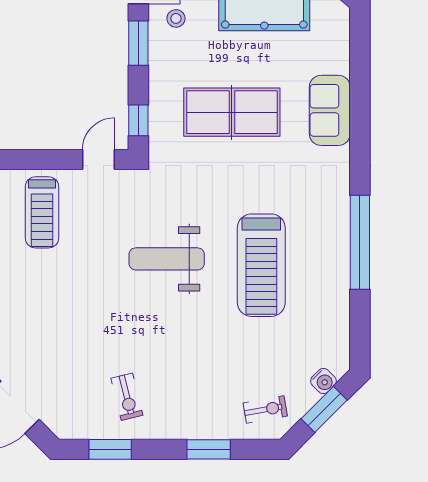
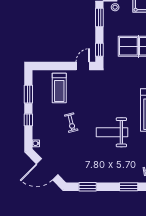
weight bench: (167, 259) -> (112, 132), moved
exercise bike: (127, 397) -> (71, 123), moved

